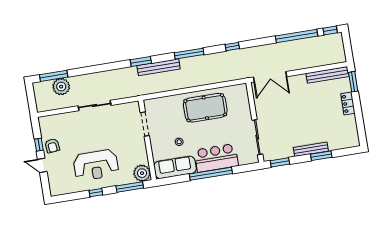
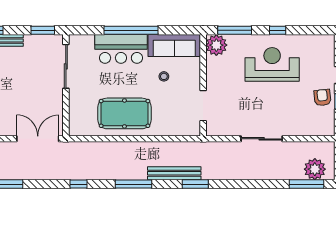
plant: (61, 87) -> (315, 169), moved

